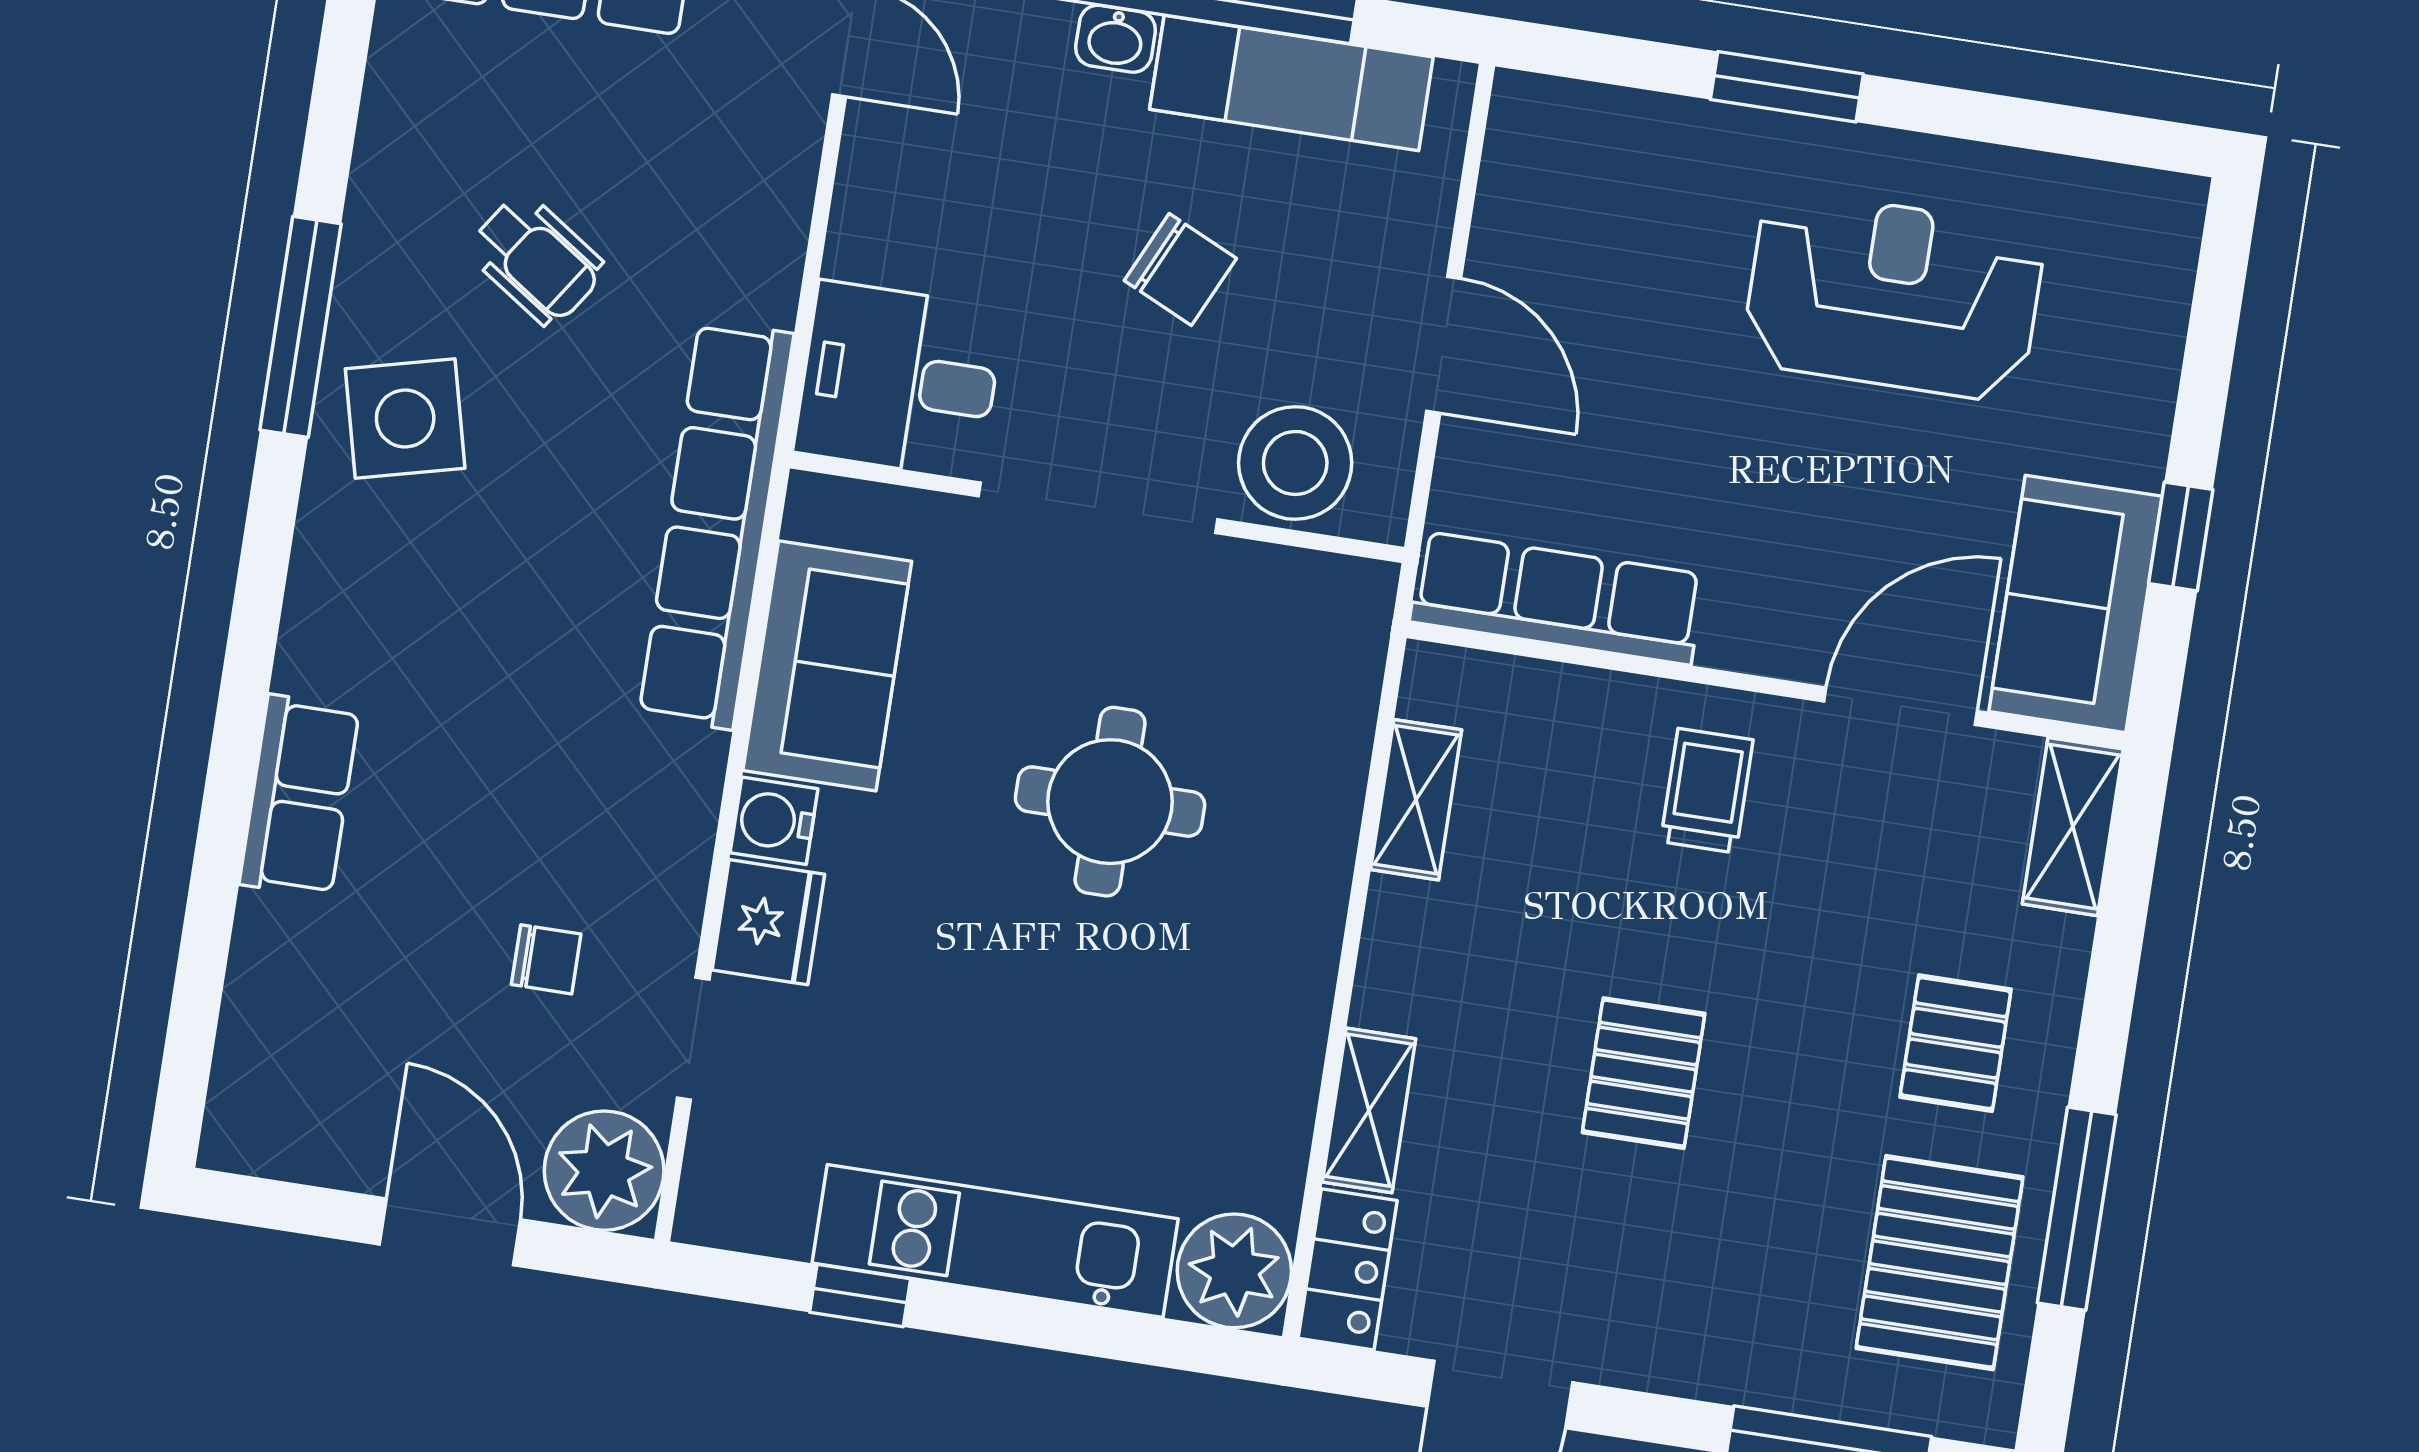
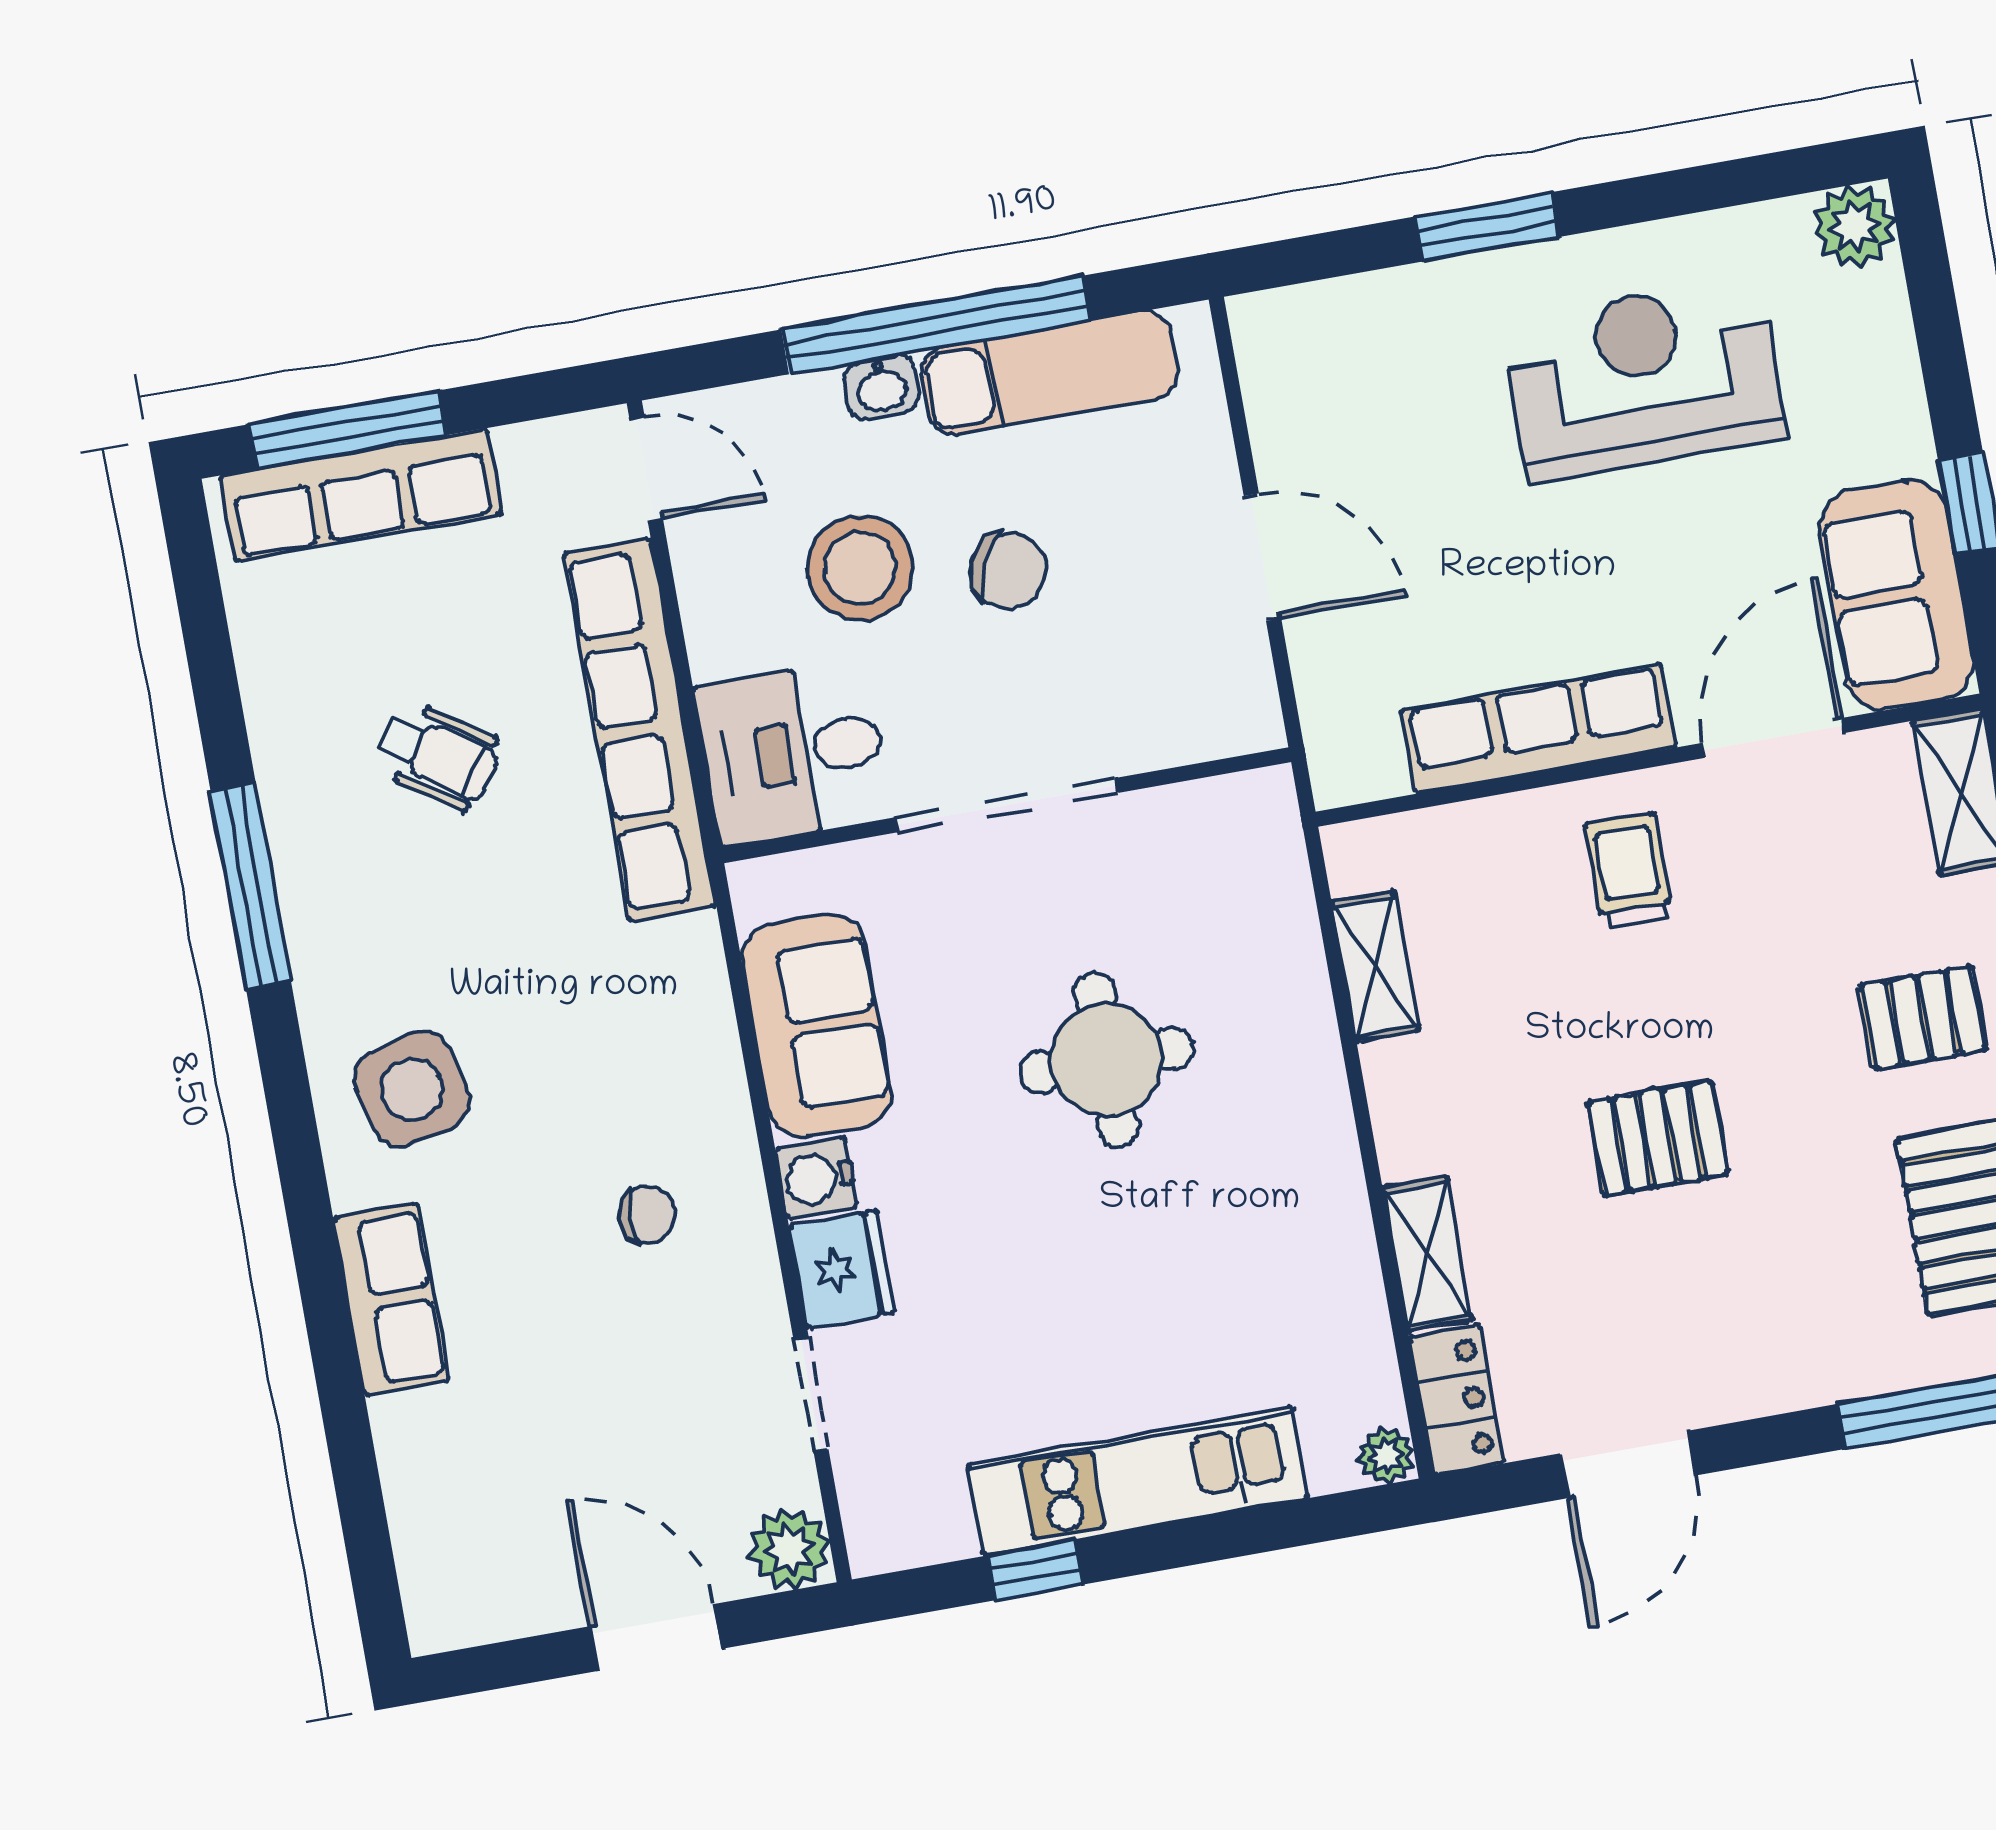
plant: (2161, 214) -> (1855, 226), added
side table: (405, 419) -> (412, 1089), moved
stool: (1295, 463) -> (860, 568), moved
row of seats: (716, 525) -> (640, 730), moved
row of seats: (1557, 598) -> (1538, 728), moved
chair: (546, 959) -> (647, 1215), moved
pallet: (1956, 1043) -> (1923, 1018), turned 90
pallet: (1644, 1073) -> (1658, 1138), turned 90
plant: (604, 1171) -> (789, 1549), width x0.73, depth x0.73
plant: (1234, 1271) -> (1386, 1456), width x0.53, depth x0.53

